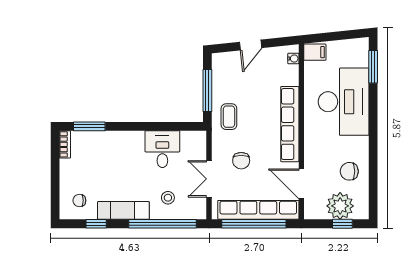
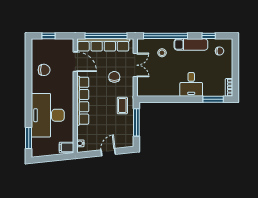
desk: (162, 149) -> (191, 84), moved
plant: (340, 206) -> (50, 47), removed

